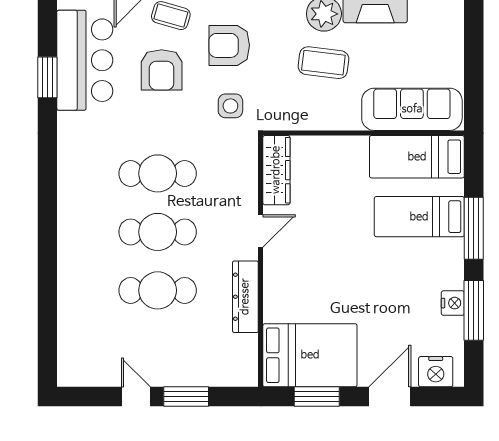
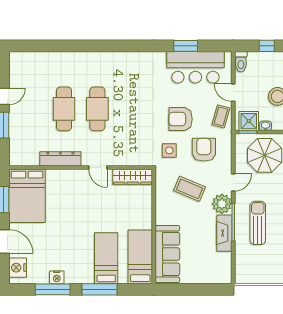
coffee table: (323, 63) -> (190, 189), moved, turned -74
armchair: (162, 70) -> (181, 119), moved
cafe table: (158, 173) -> (131, 109), removed

